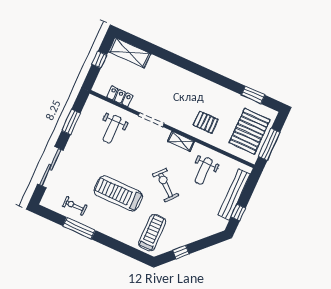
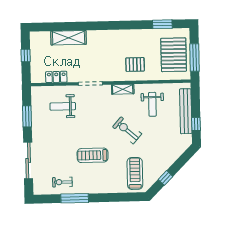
shelving: (130, 53) -> (69, 38), moved
weight bench: (112, 129) -> (63, 106), turned 90
treadmill: (118, 193) -> (93, 155), width x0.73, depth x0.73

